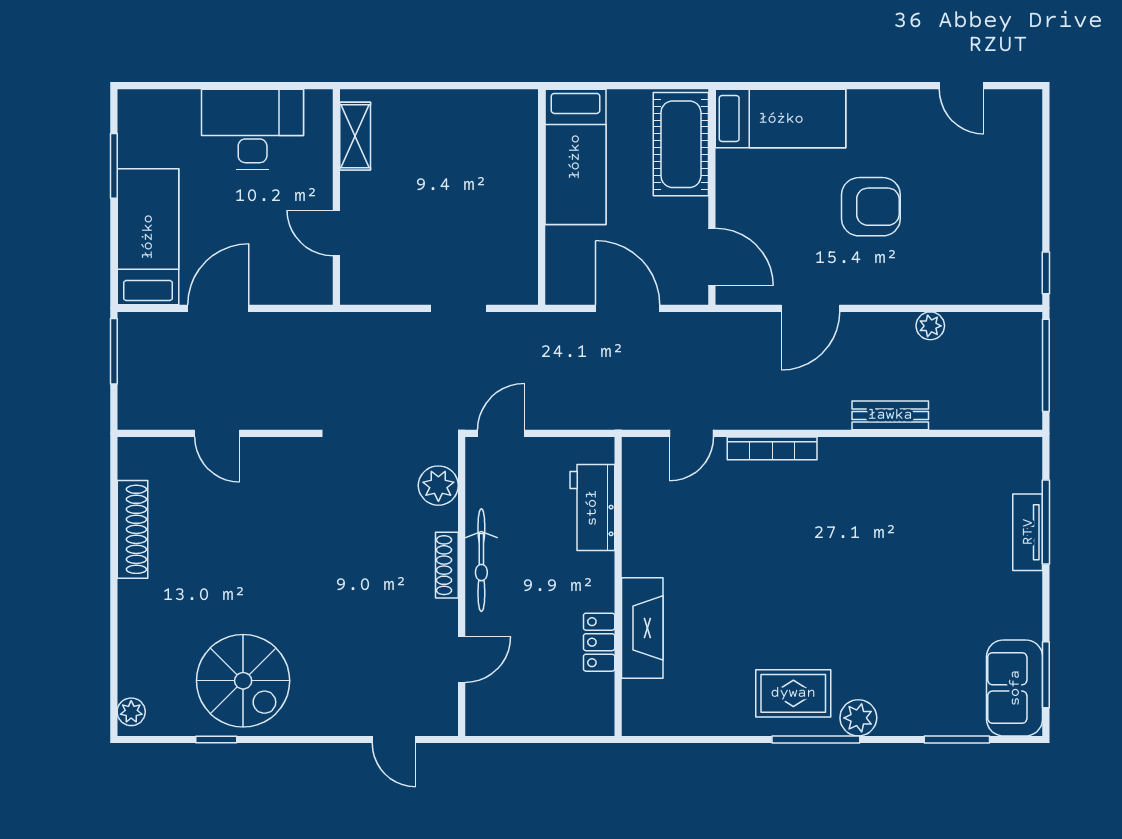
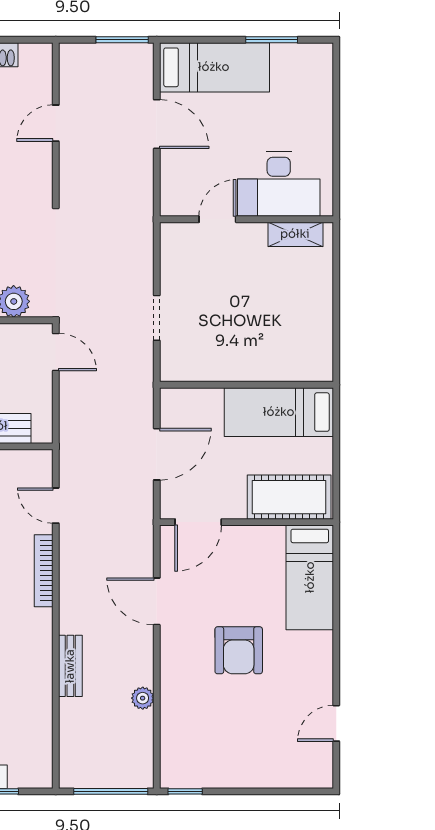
desk: (253, 129) -> (279, 184), moved, turned 90

